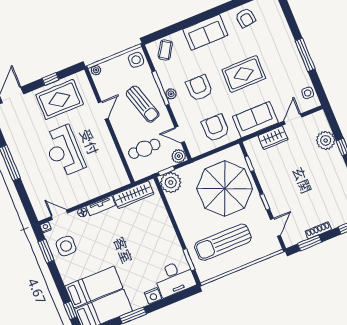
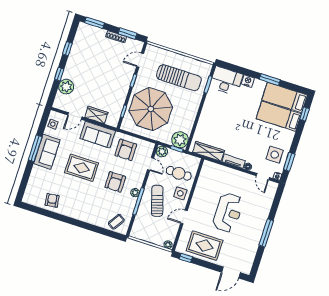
sofa: (205, 32) -> (47, 152), moved, turned 90
side table: (136, 60) -> (180, 193), moved
window: (50, 79) -> (186, 258), moved

